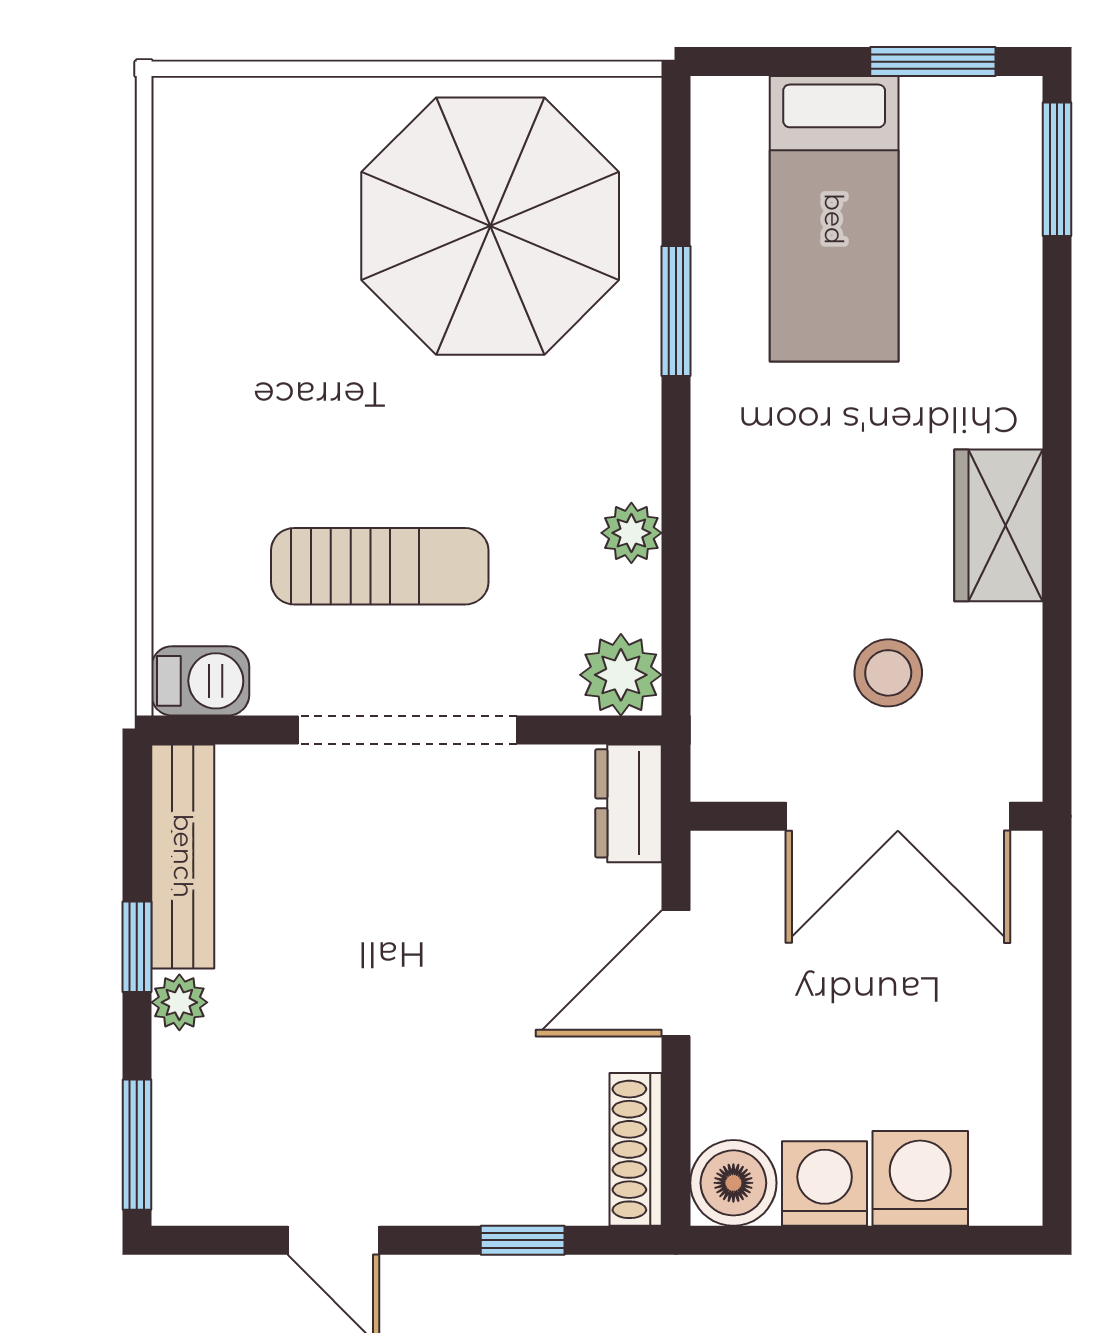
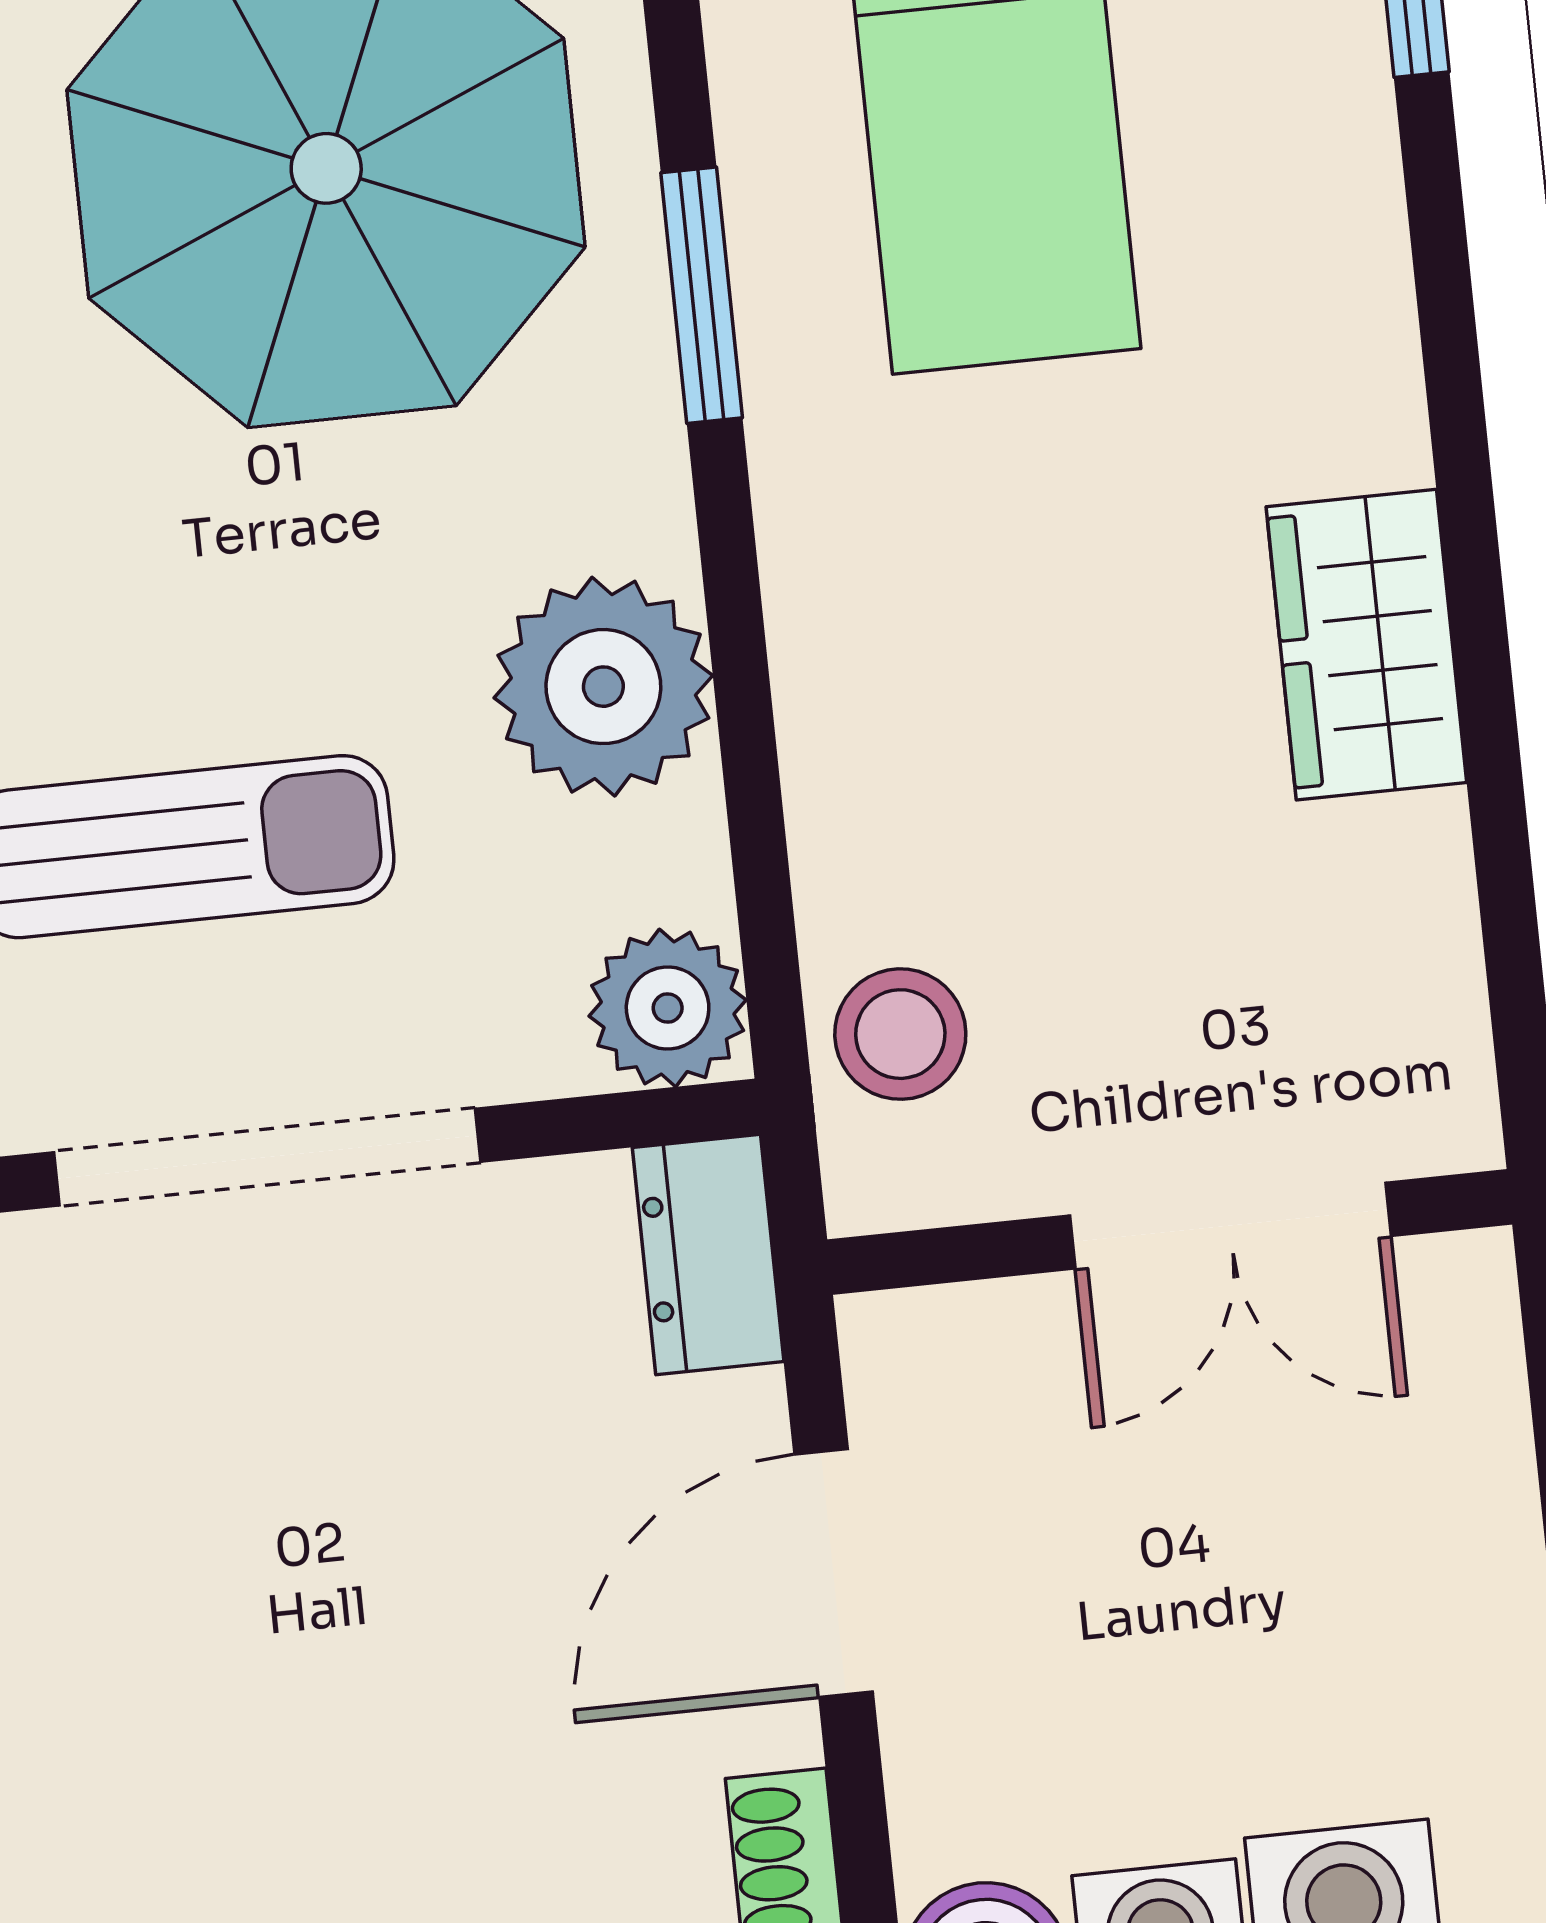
plant: (631, 533) -> (603, 687), width x1.88, depth x1.88
stool: (888, 673) -> (900, 1034), moved
double door: (898, 816) -> (1230, 1226), width x0.73

